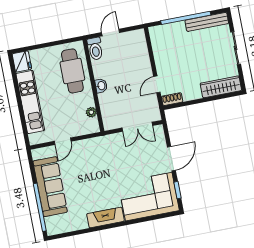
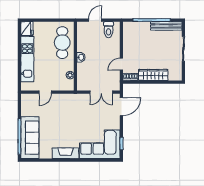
toilet: (95, 49) -> (109, 30), moved
wardrobe: (221, 87) -> (153, 75), moved
door: (171, 159) -> (121, 107), moved
sofa: (50, 187) -> (30, 138), moved

